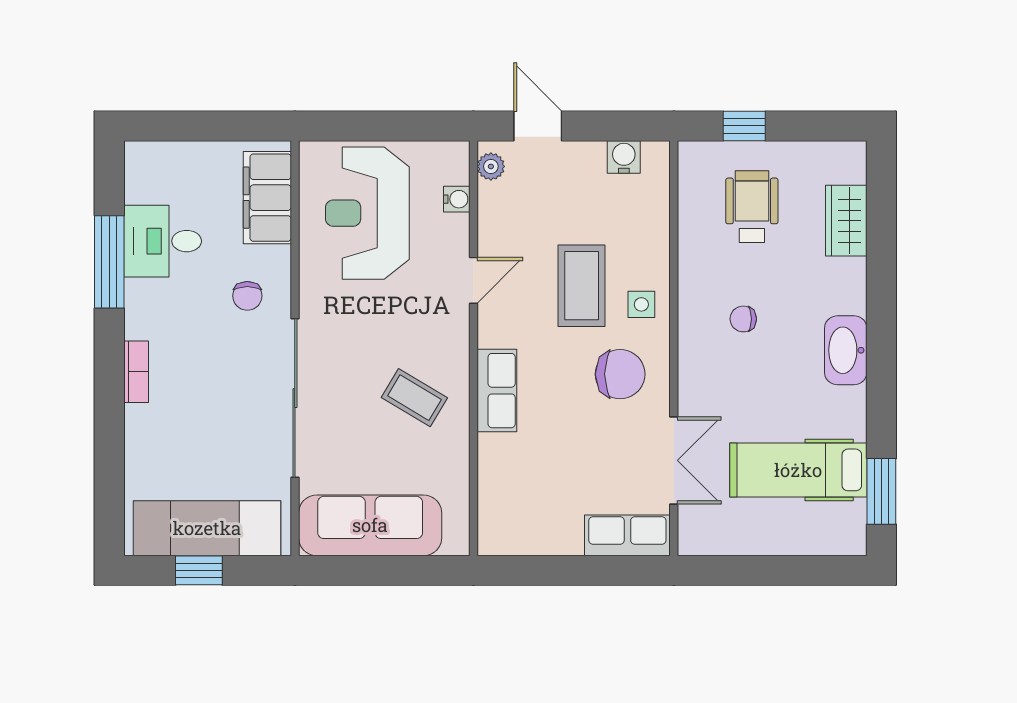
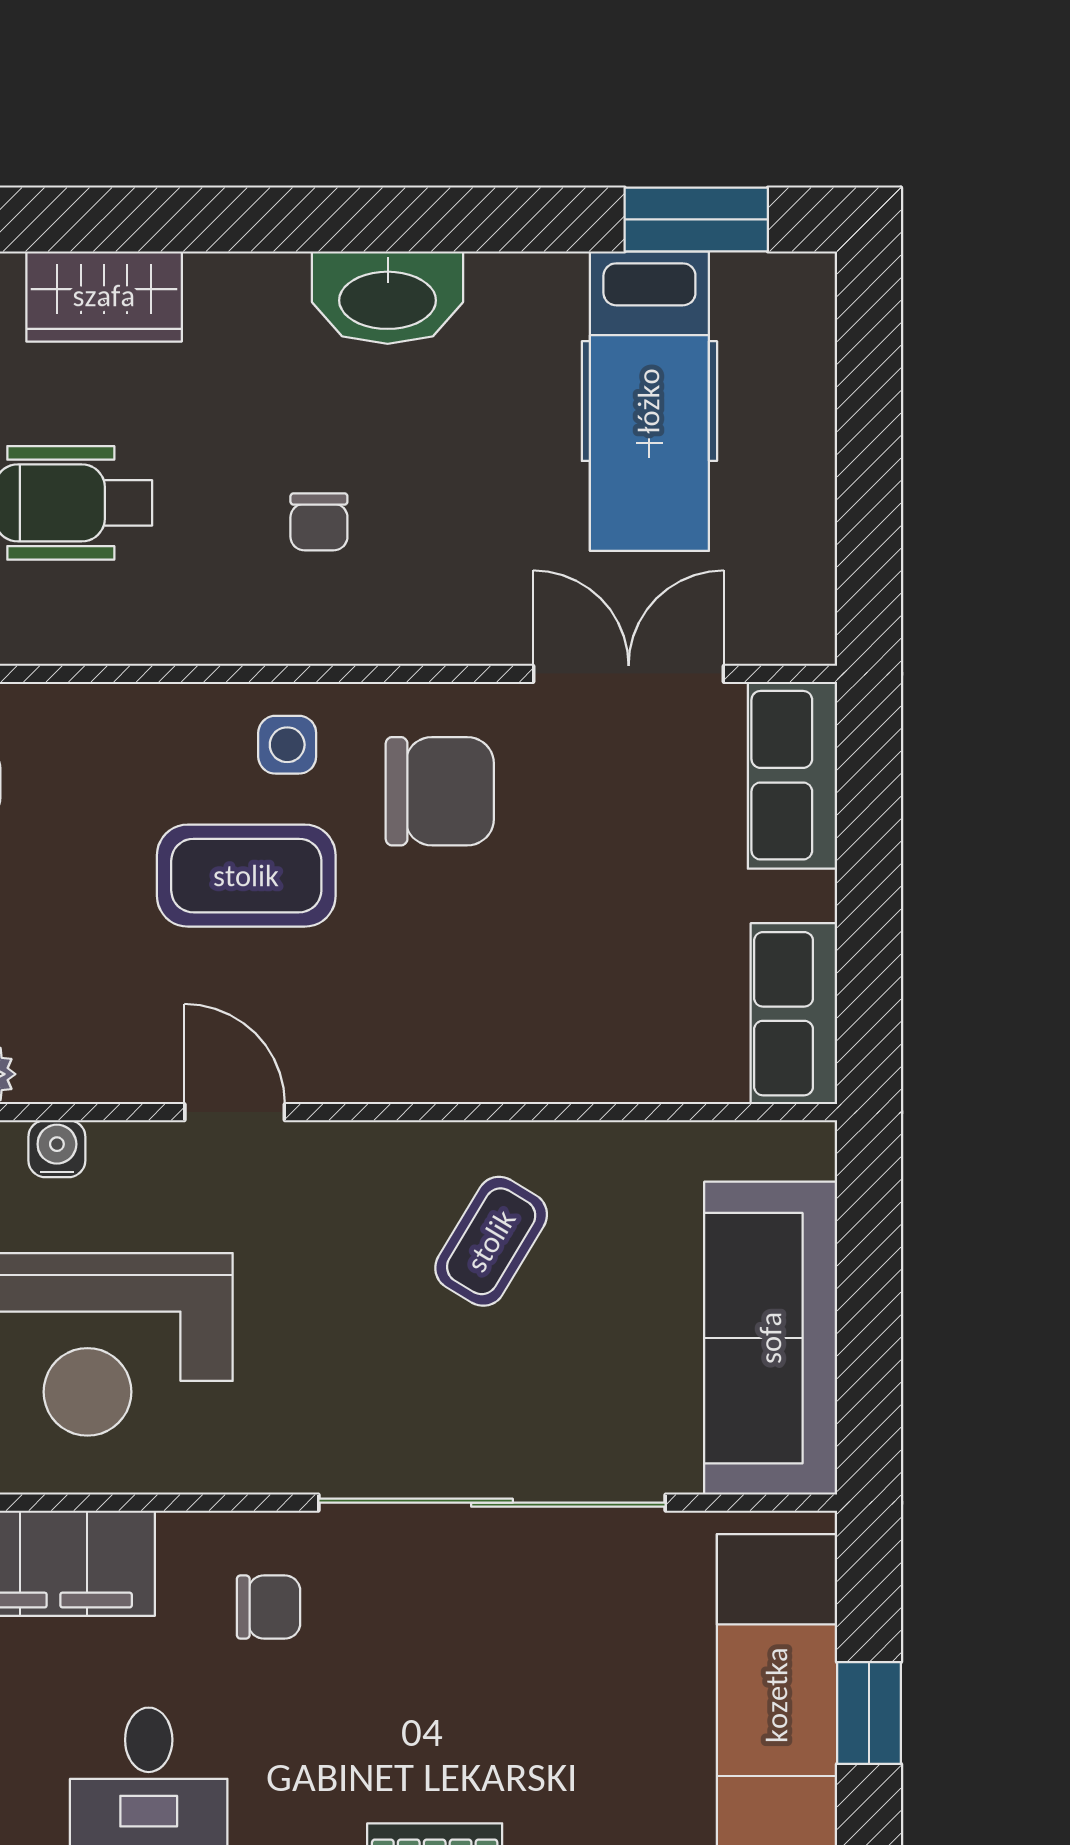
chair: (620, 374) -> (440, 791), turned 90
row of seats: (497, 391) -> (794, 1014), moved, turned -90

